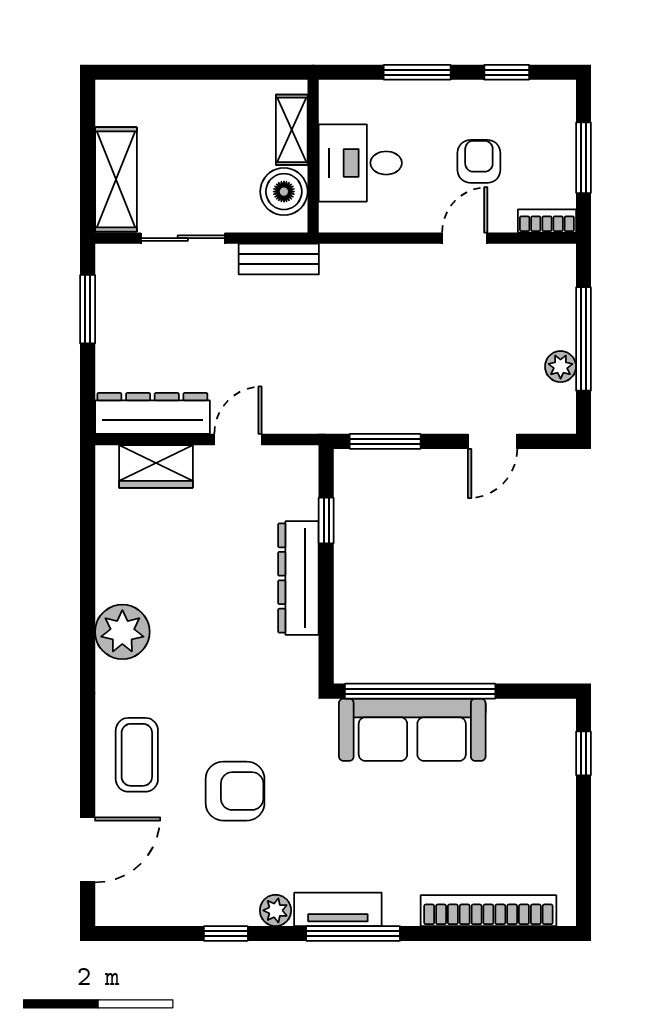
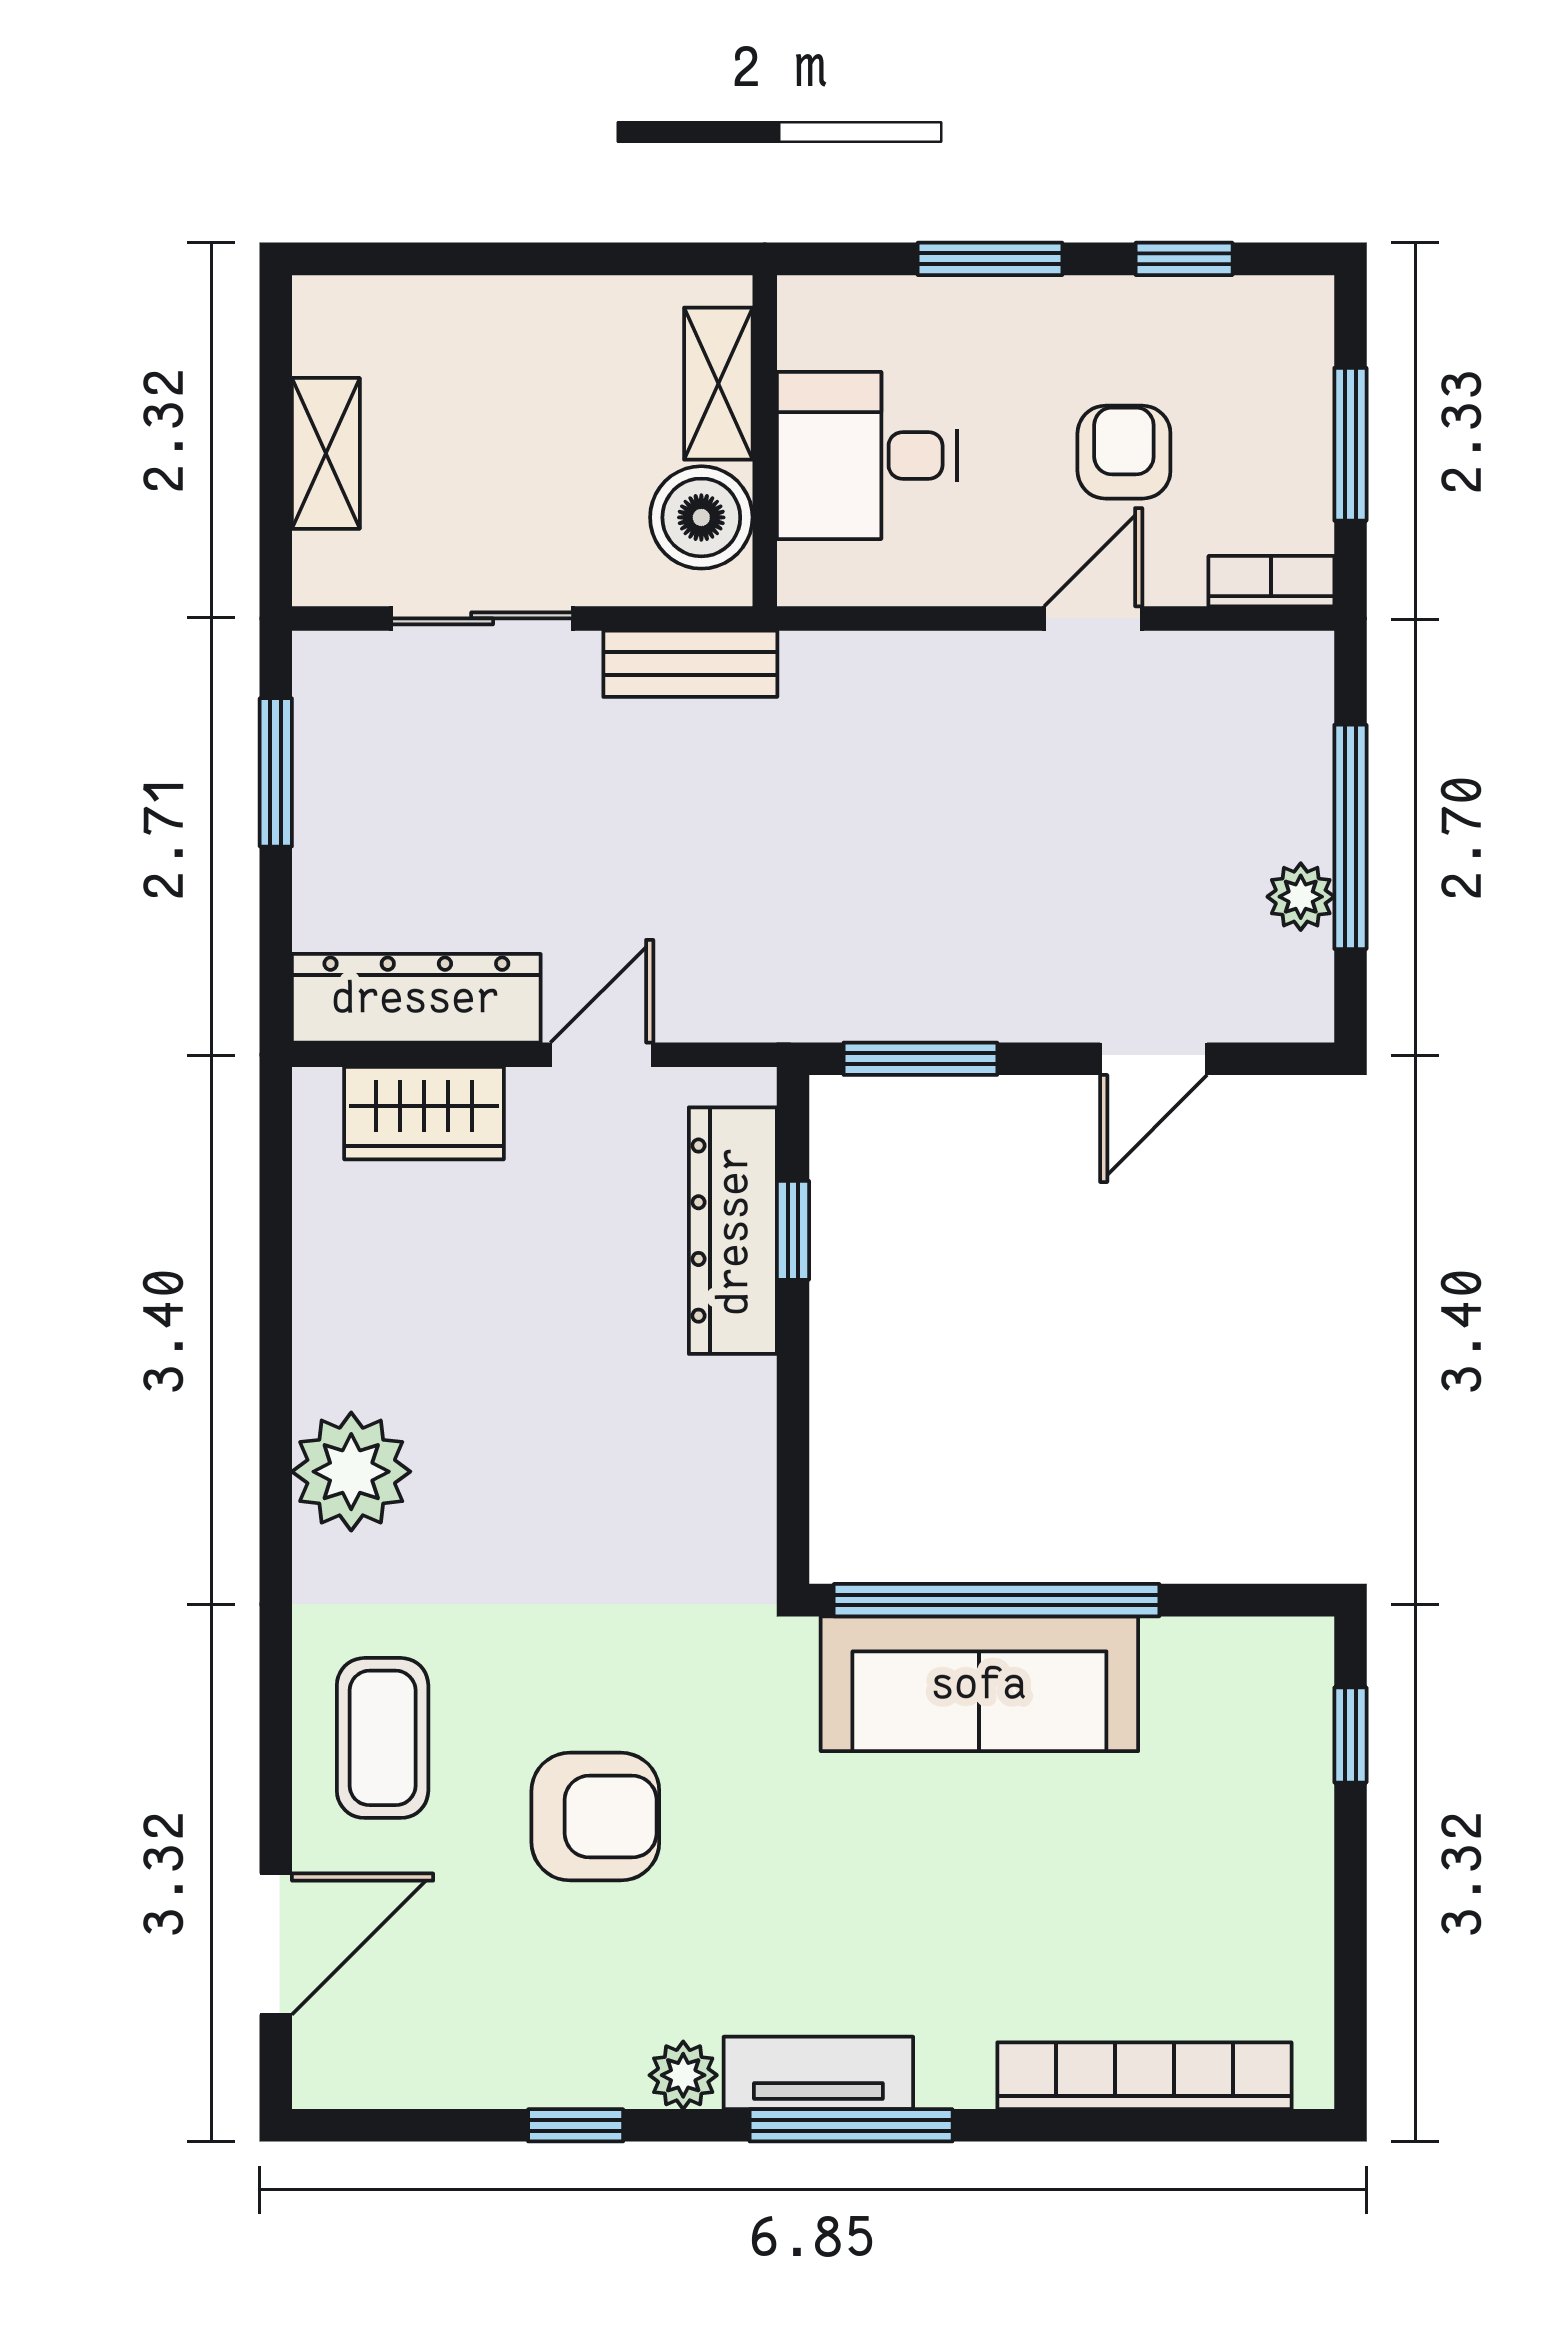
shelving: (116, 179) -> (326, 453), width x0.67, depth x0.75
dresser: (298, 578) -> (733, 1231), moved

